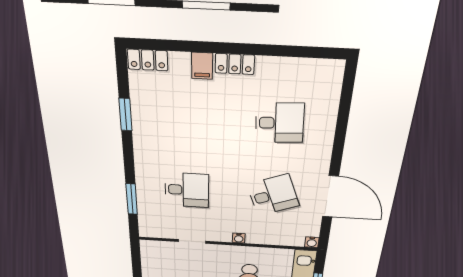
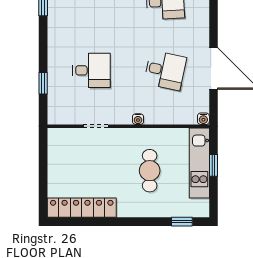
desk: (273, 195) -> (165, 70), turned 33
window: (132, 199) -> (43, 83), width x0.67

